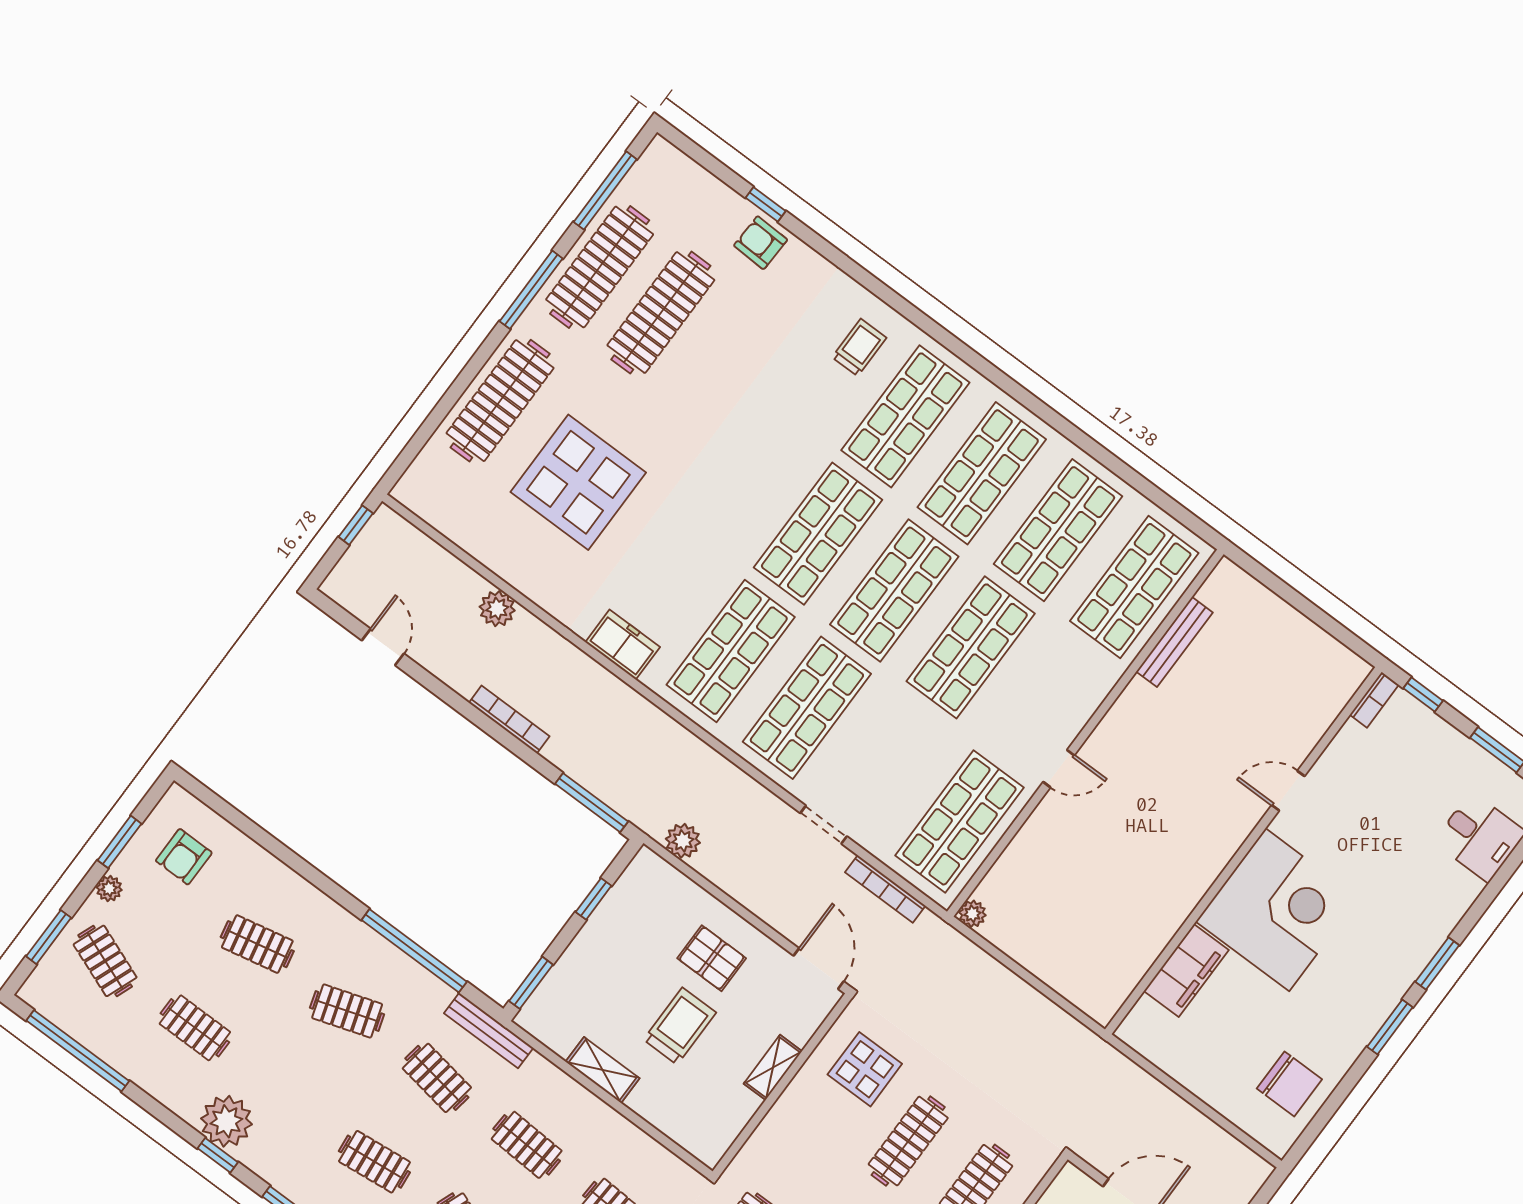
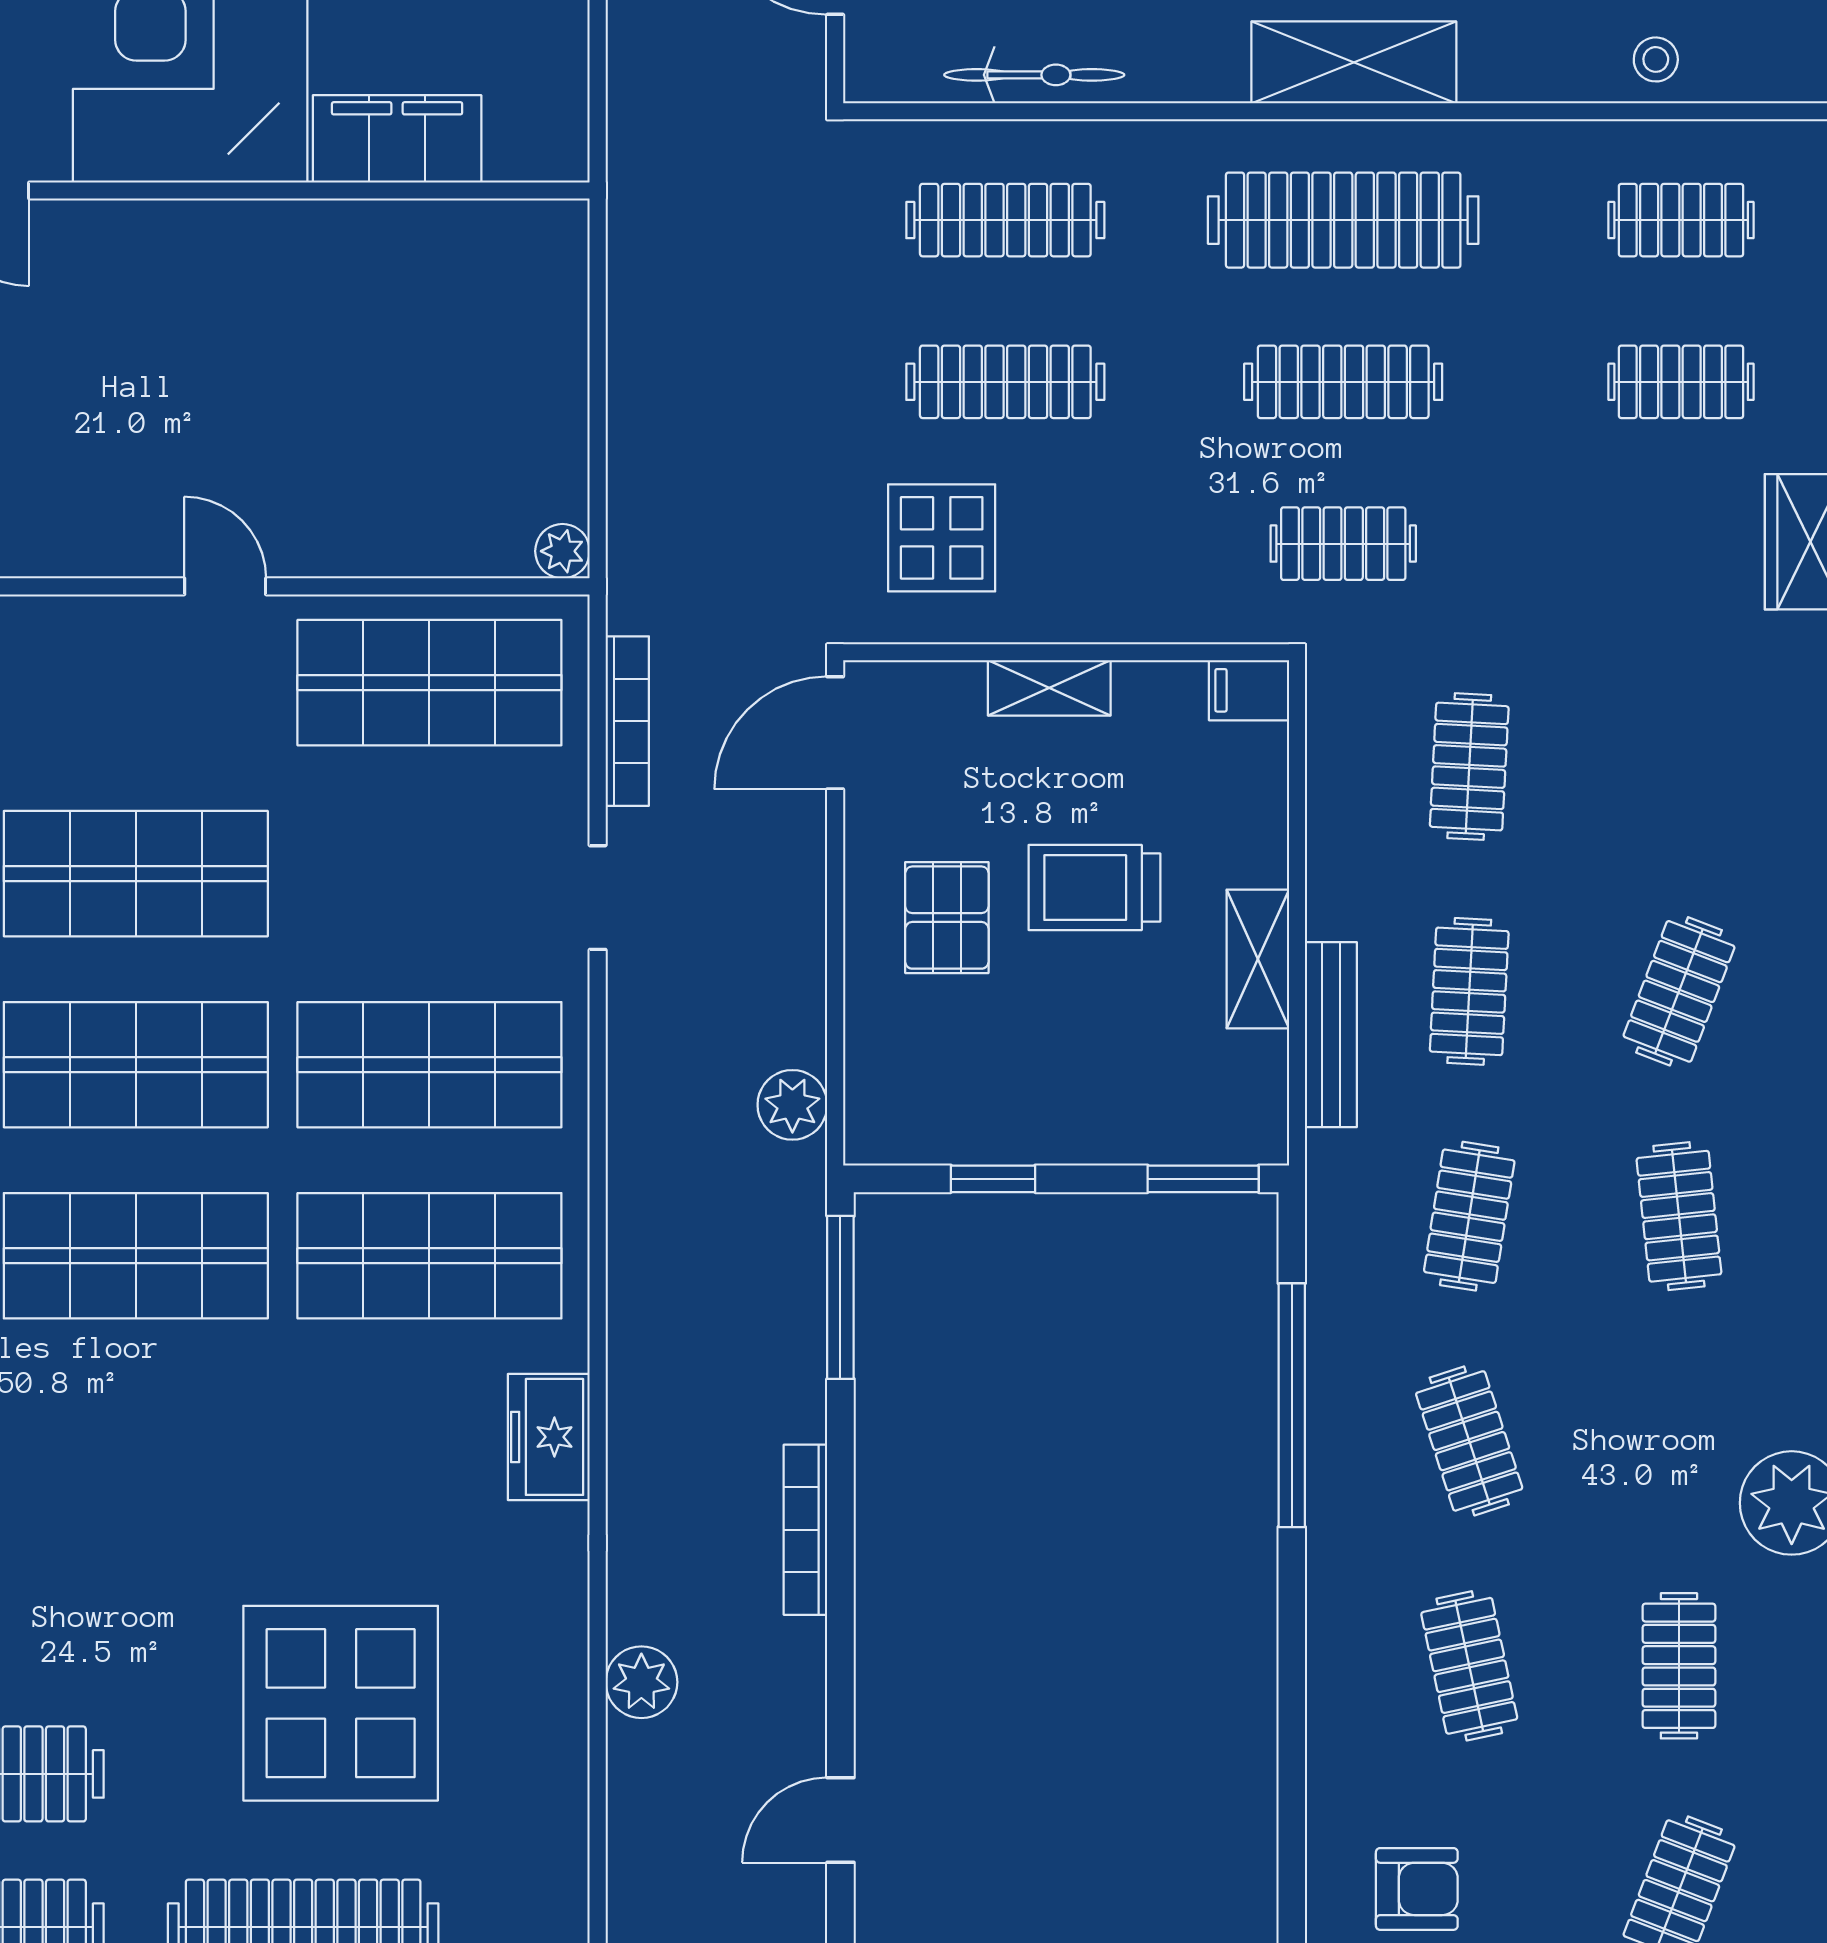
bench: (489, 1031) -> (1331, 1035), moved
filing cabinet: (712, 1147) -> (1249, 690), added

